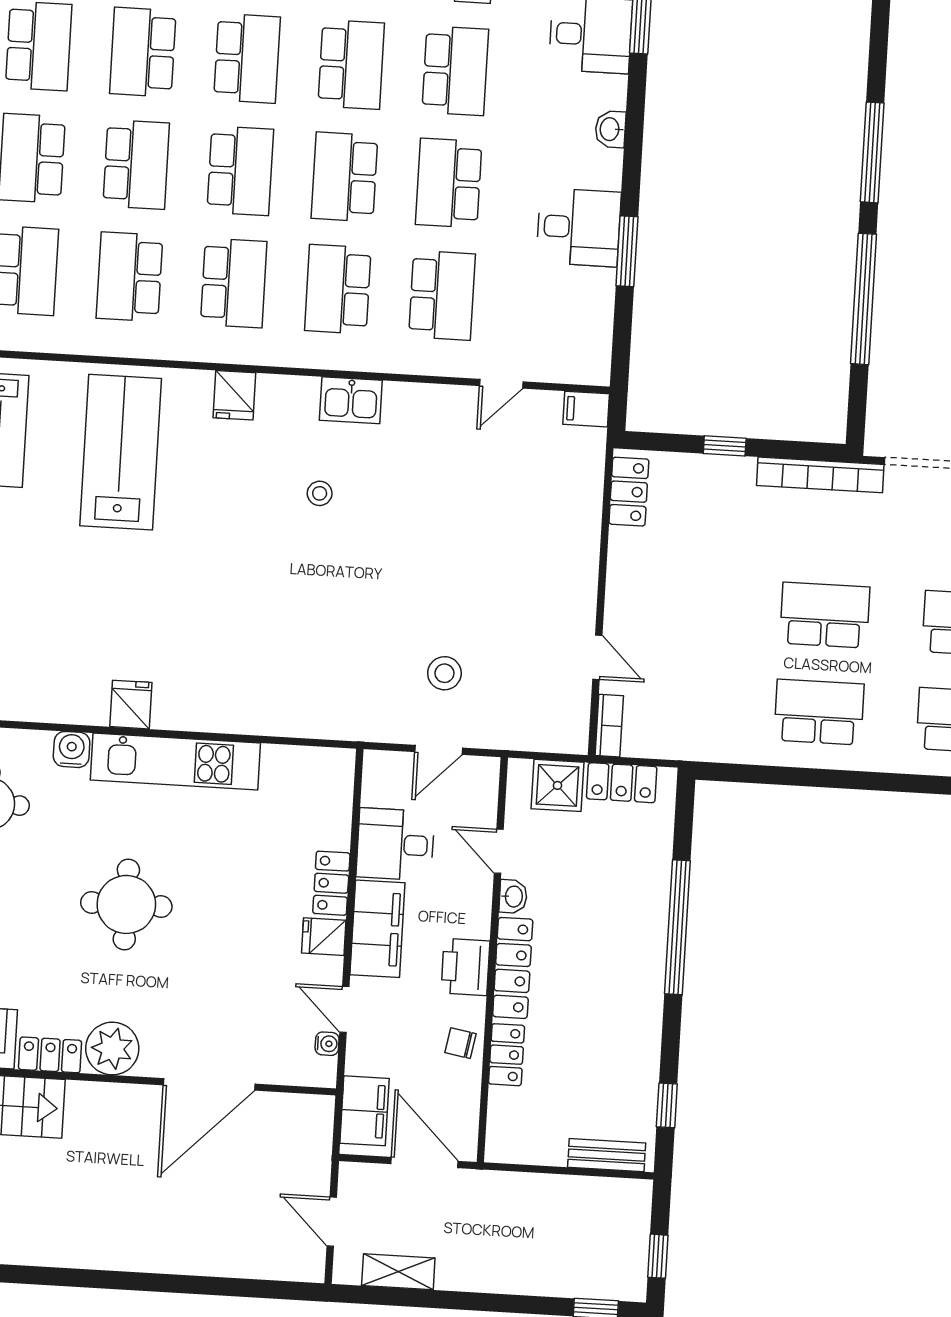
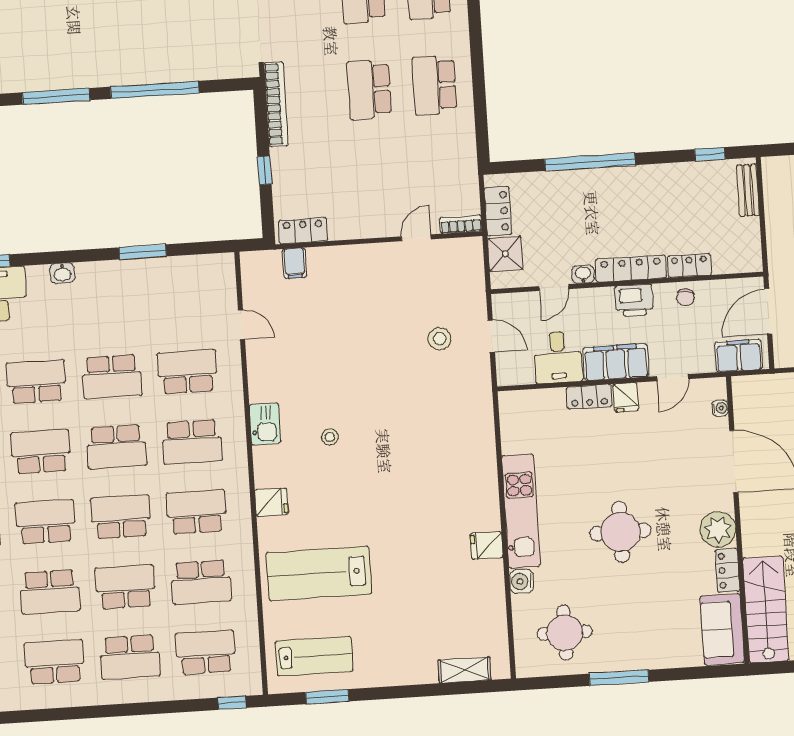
desk: (579, 227) -> (131, 286), removed
filing cabinet: (586, 409) -> (295, 263), moved
water cooler: (327, 1044) -> (720, 408), moved, turned 90

